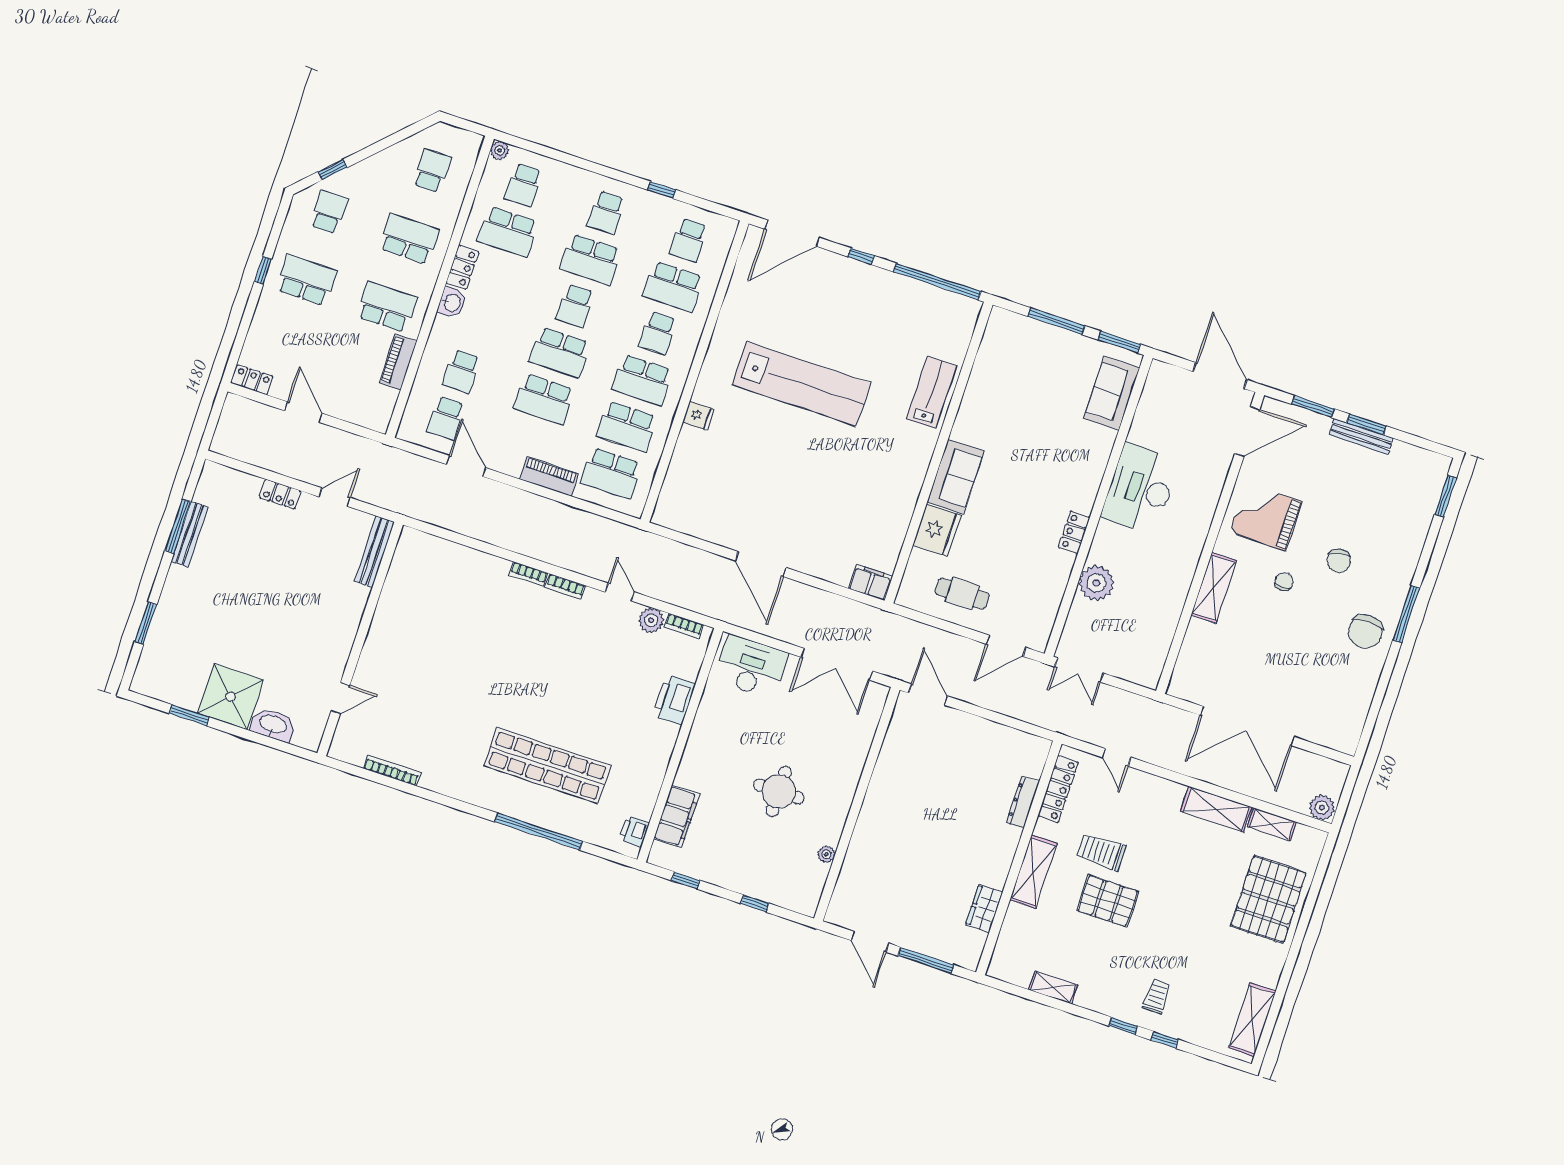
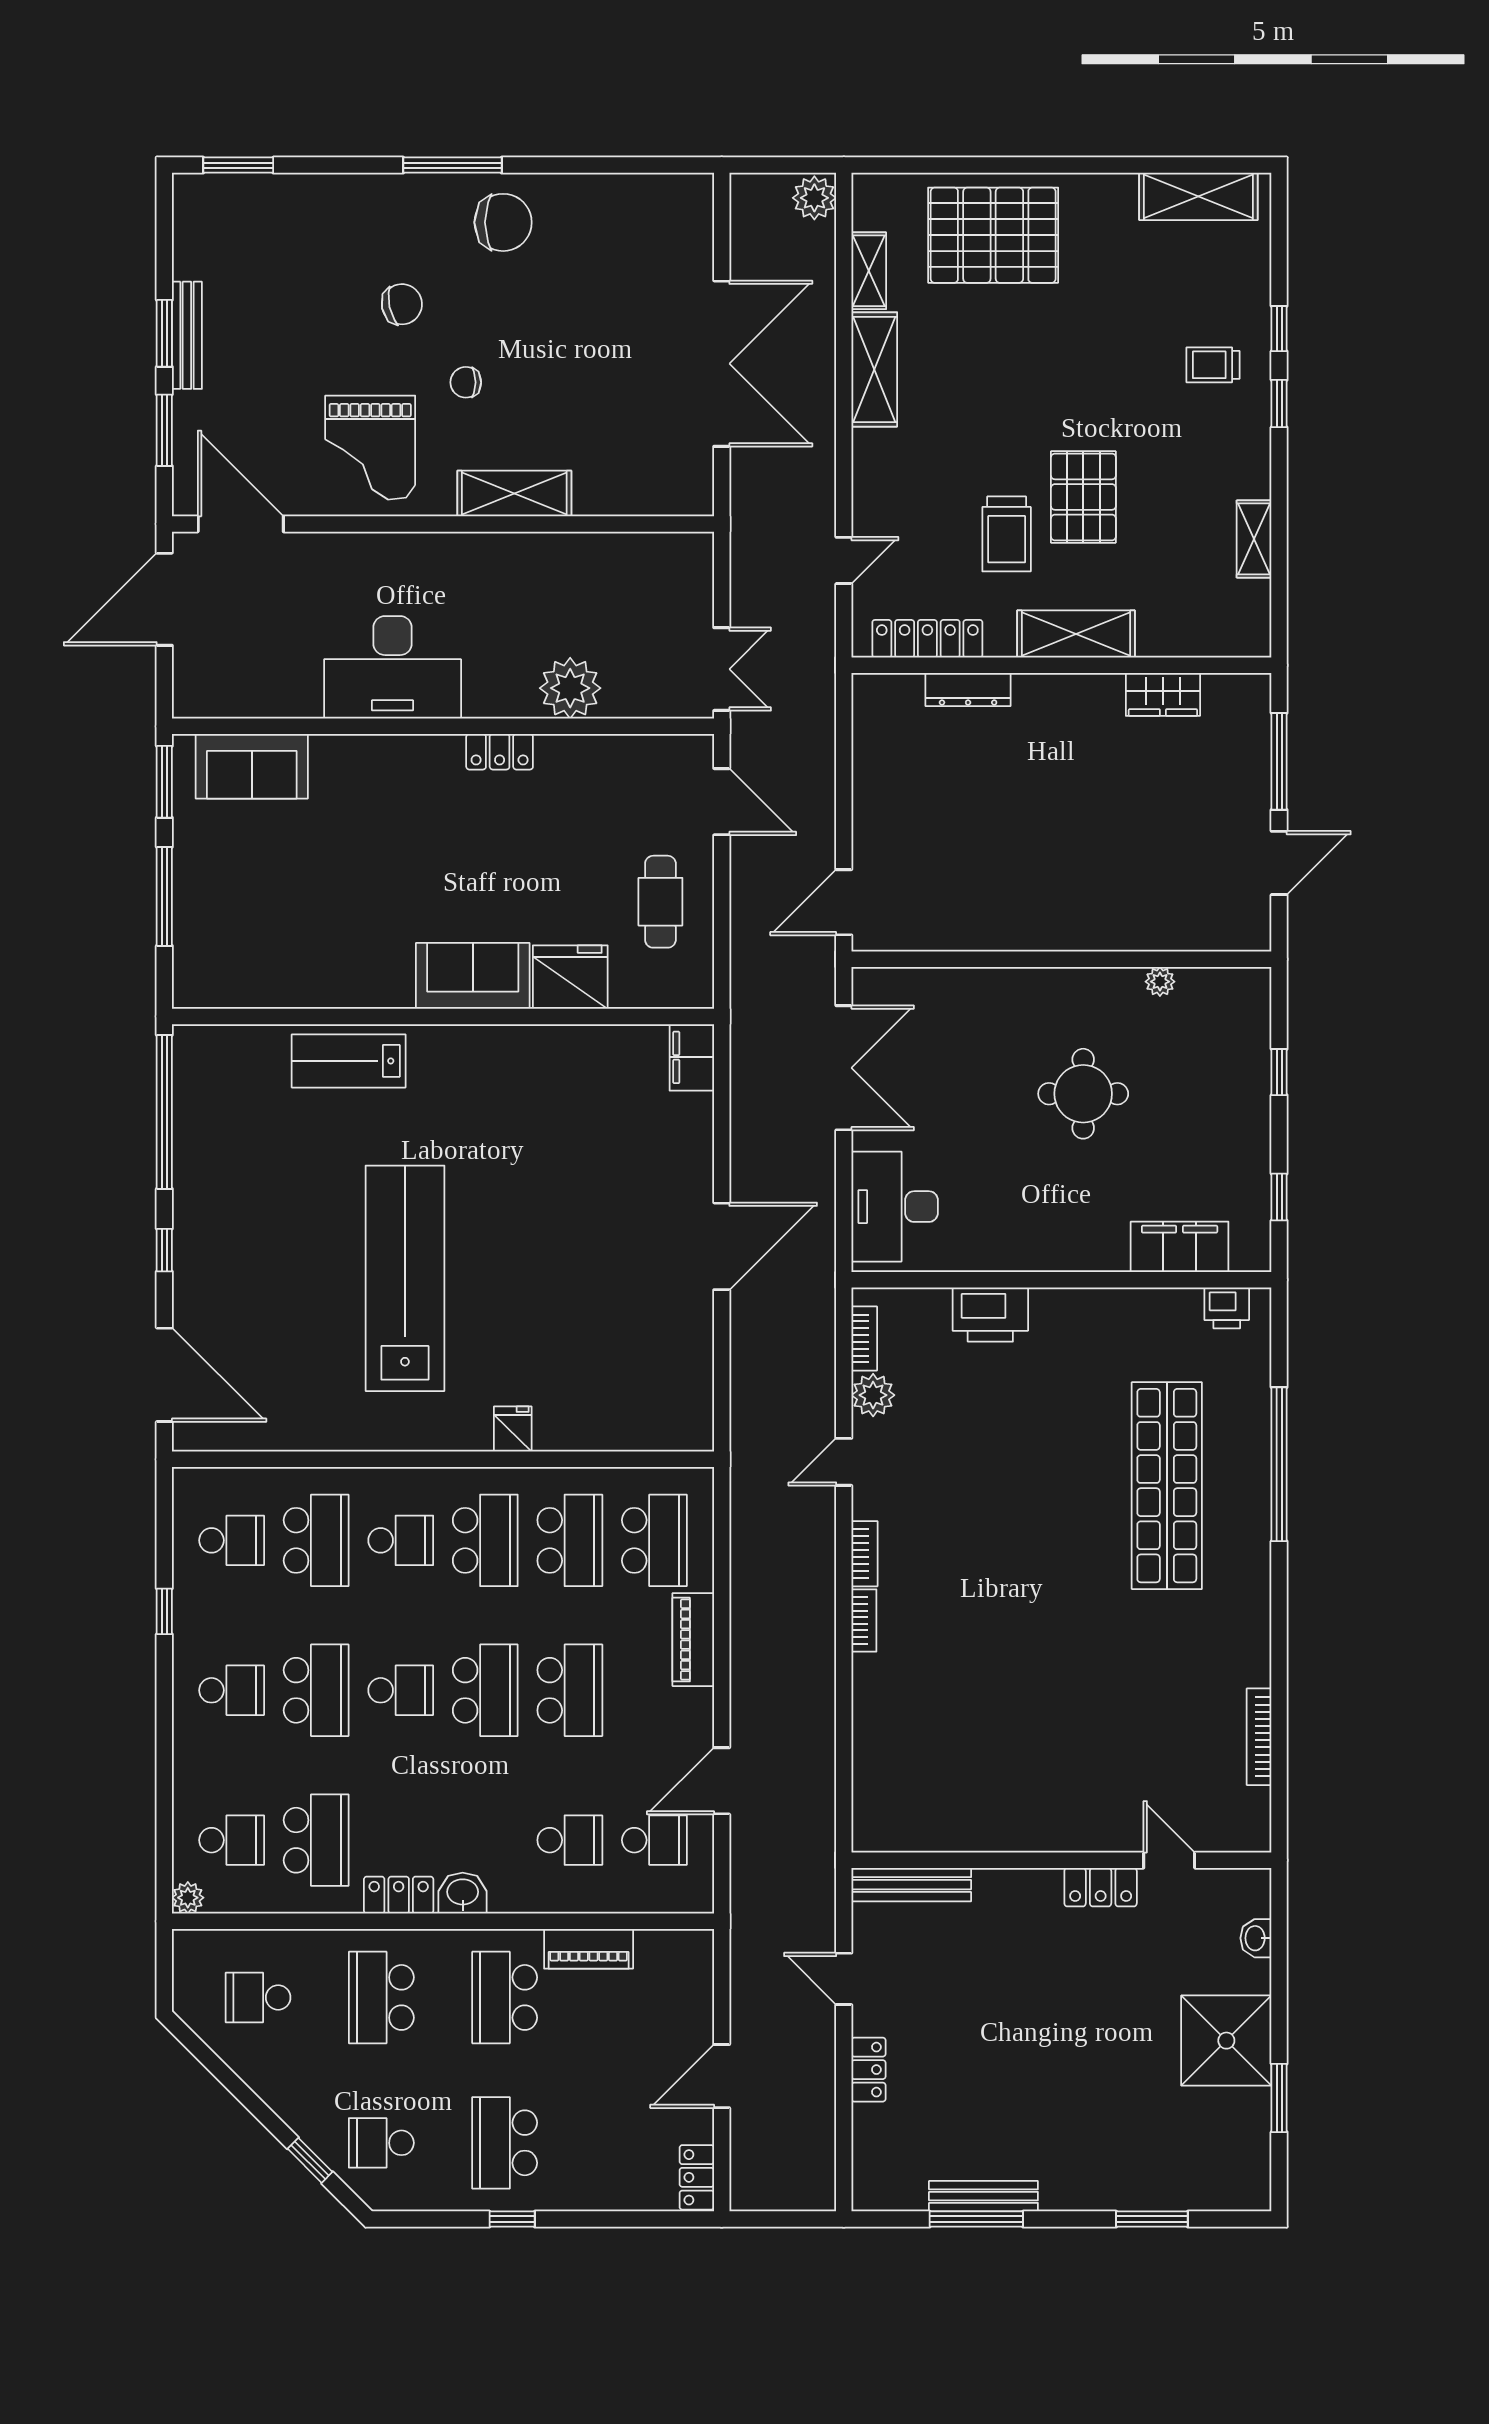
locker: (338, 656) -> (1101, 1887), added
washbasin: (273, 725) -> (1256, 1938), width x0.52, depth x0.69

